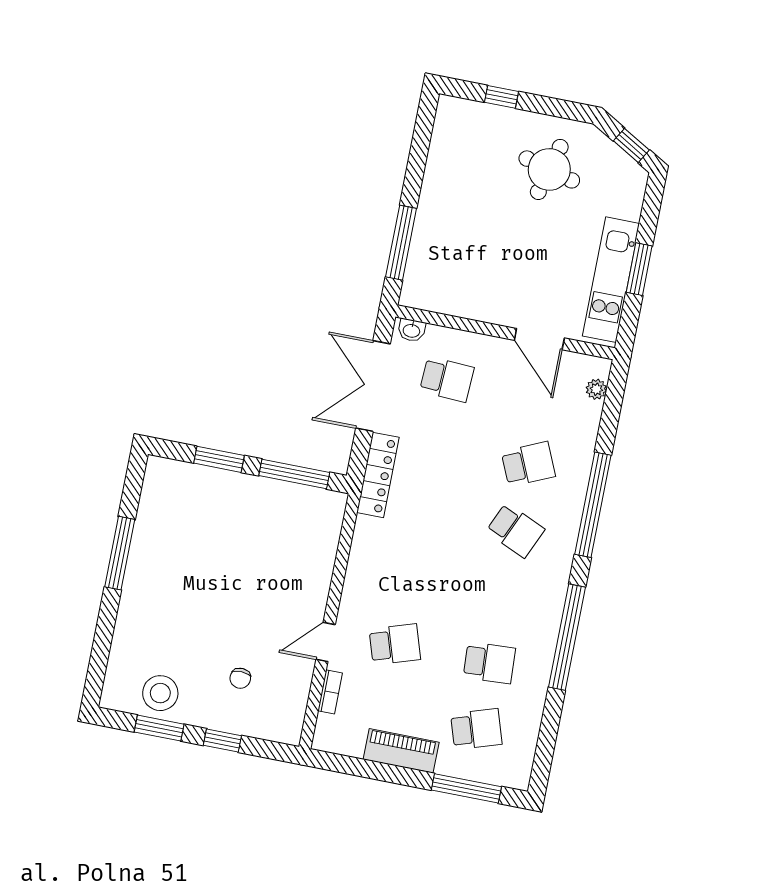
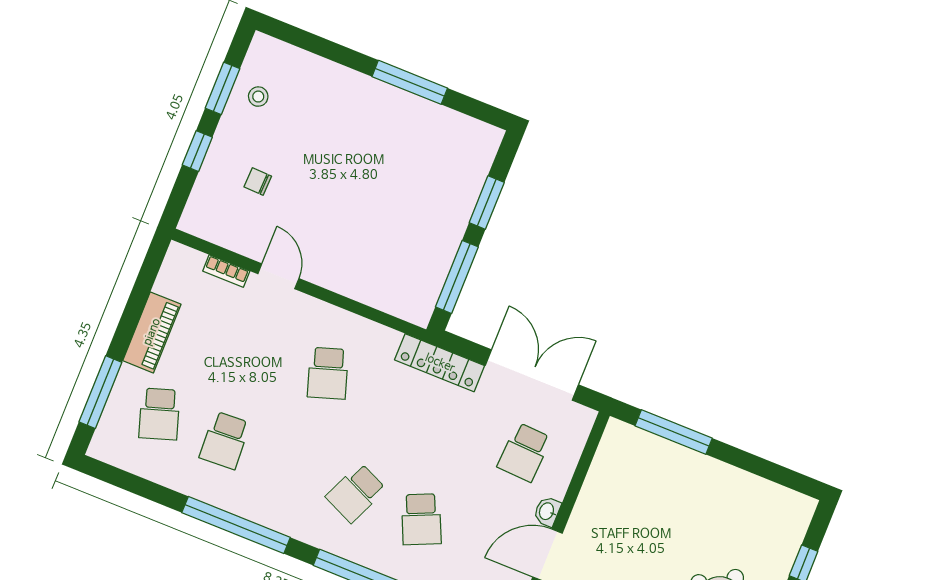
washbasin: (412, 330) -> (547, 511), moved
school desk: (395, 644) -> (328, 373), moved
stool: (160, 693) -> (258, 97), width x0.53, depth x0.53

